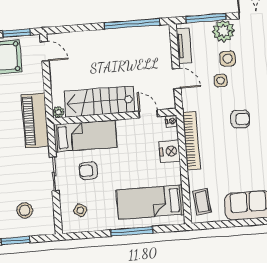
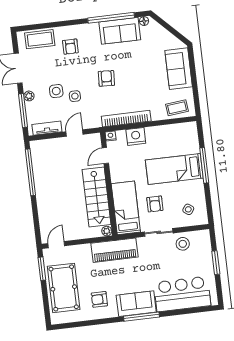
plant: (223, 31) -> (29, 96), width x0.53, depth x0.53
bed: (150, 202) -> (174, 169), moved, turned 90
stool: (25, 210) -> (183, 244), moved

